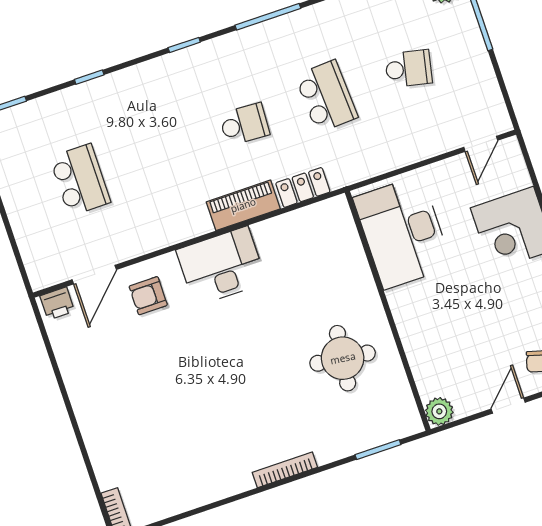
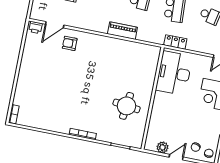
locker: (303, 187) -> (175, 42), moved
desk: (221, 266) -> (102, 48), removed
plant: (439, 411) -> (163, 147), moved

